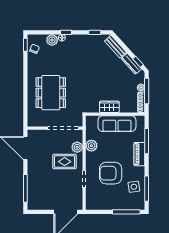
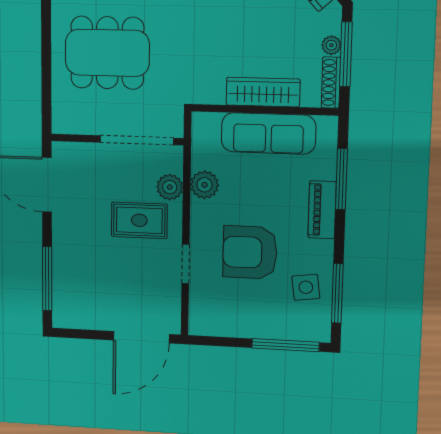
dining table: (51, 93) -> (107, 53), turned 90
wardrobe: (109, 107) -> (263, 92), width x1.50

